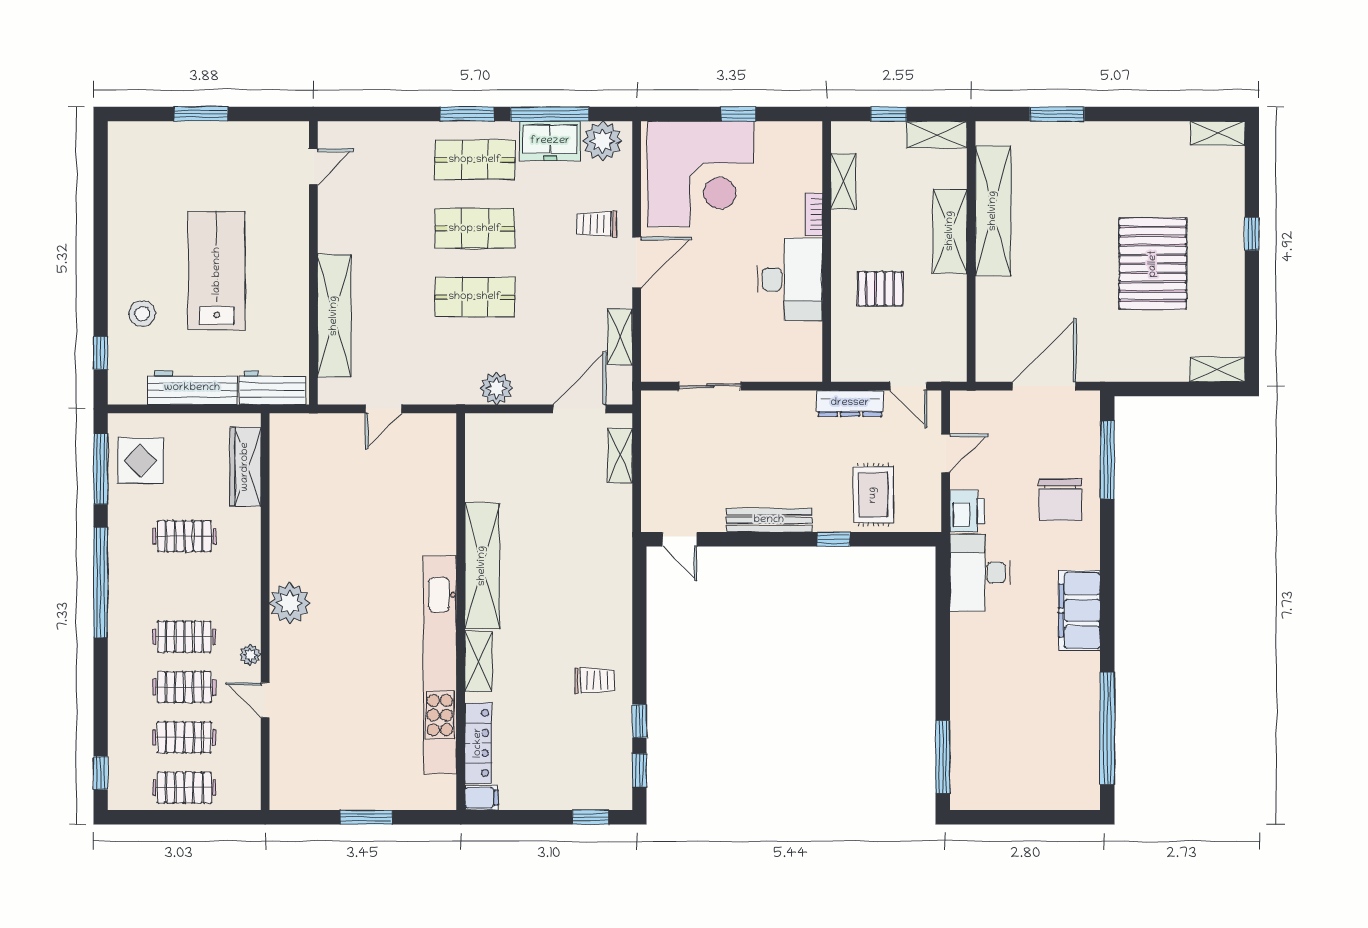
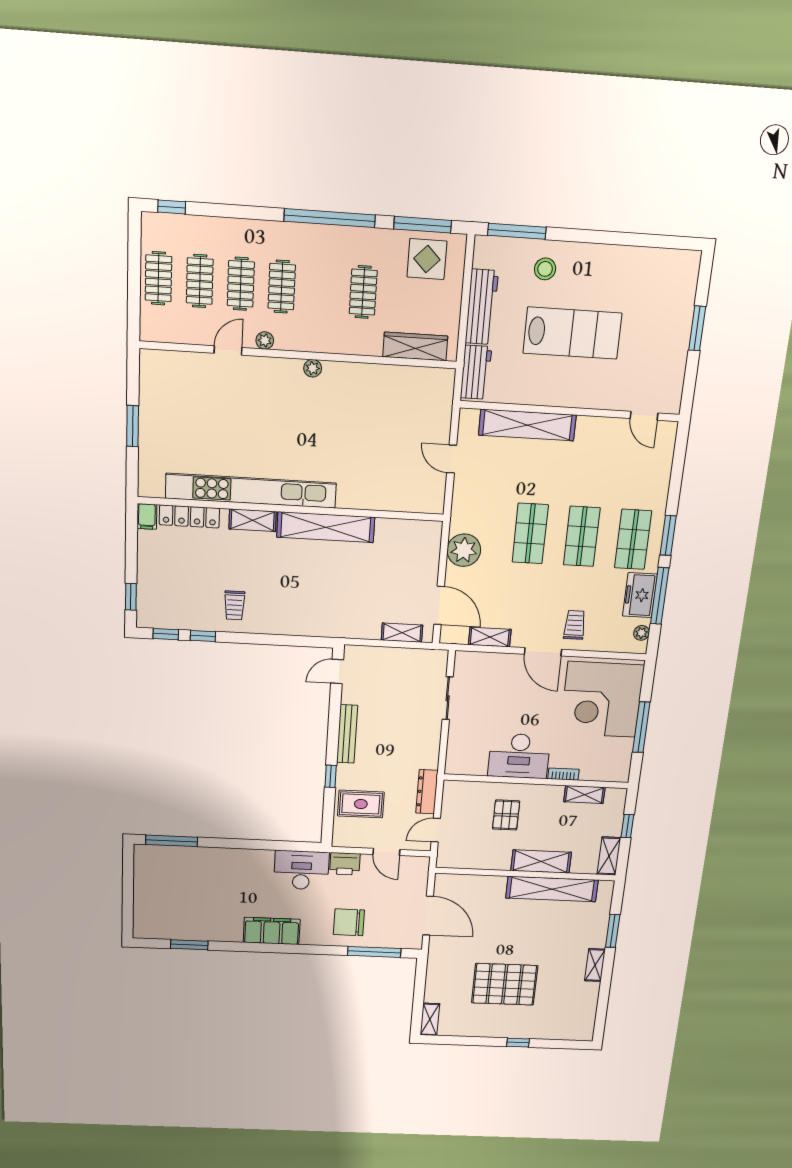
window: (738, 114) -> (641, 727), width x2.17
shelving: (1218, 133) -> (595, 965), moved
plant: (603, 141) -> (642, 633), width x0.53, depth x0.53
window: (101, 353) -> (517, 231), width x2.17
plant: (496, 388) -> (464, 550), width x1.36, depth x1.36
plant: (290, 603) -> (313, 368), width x0.53, depth x0.53
window: (1107, 728) -> (189, 945), width x0.47

